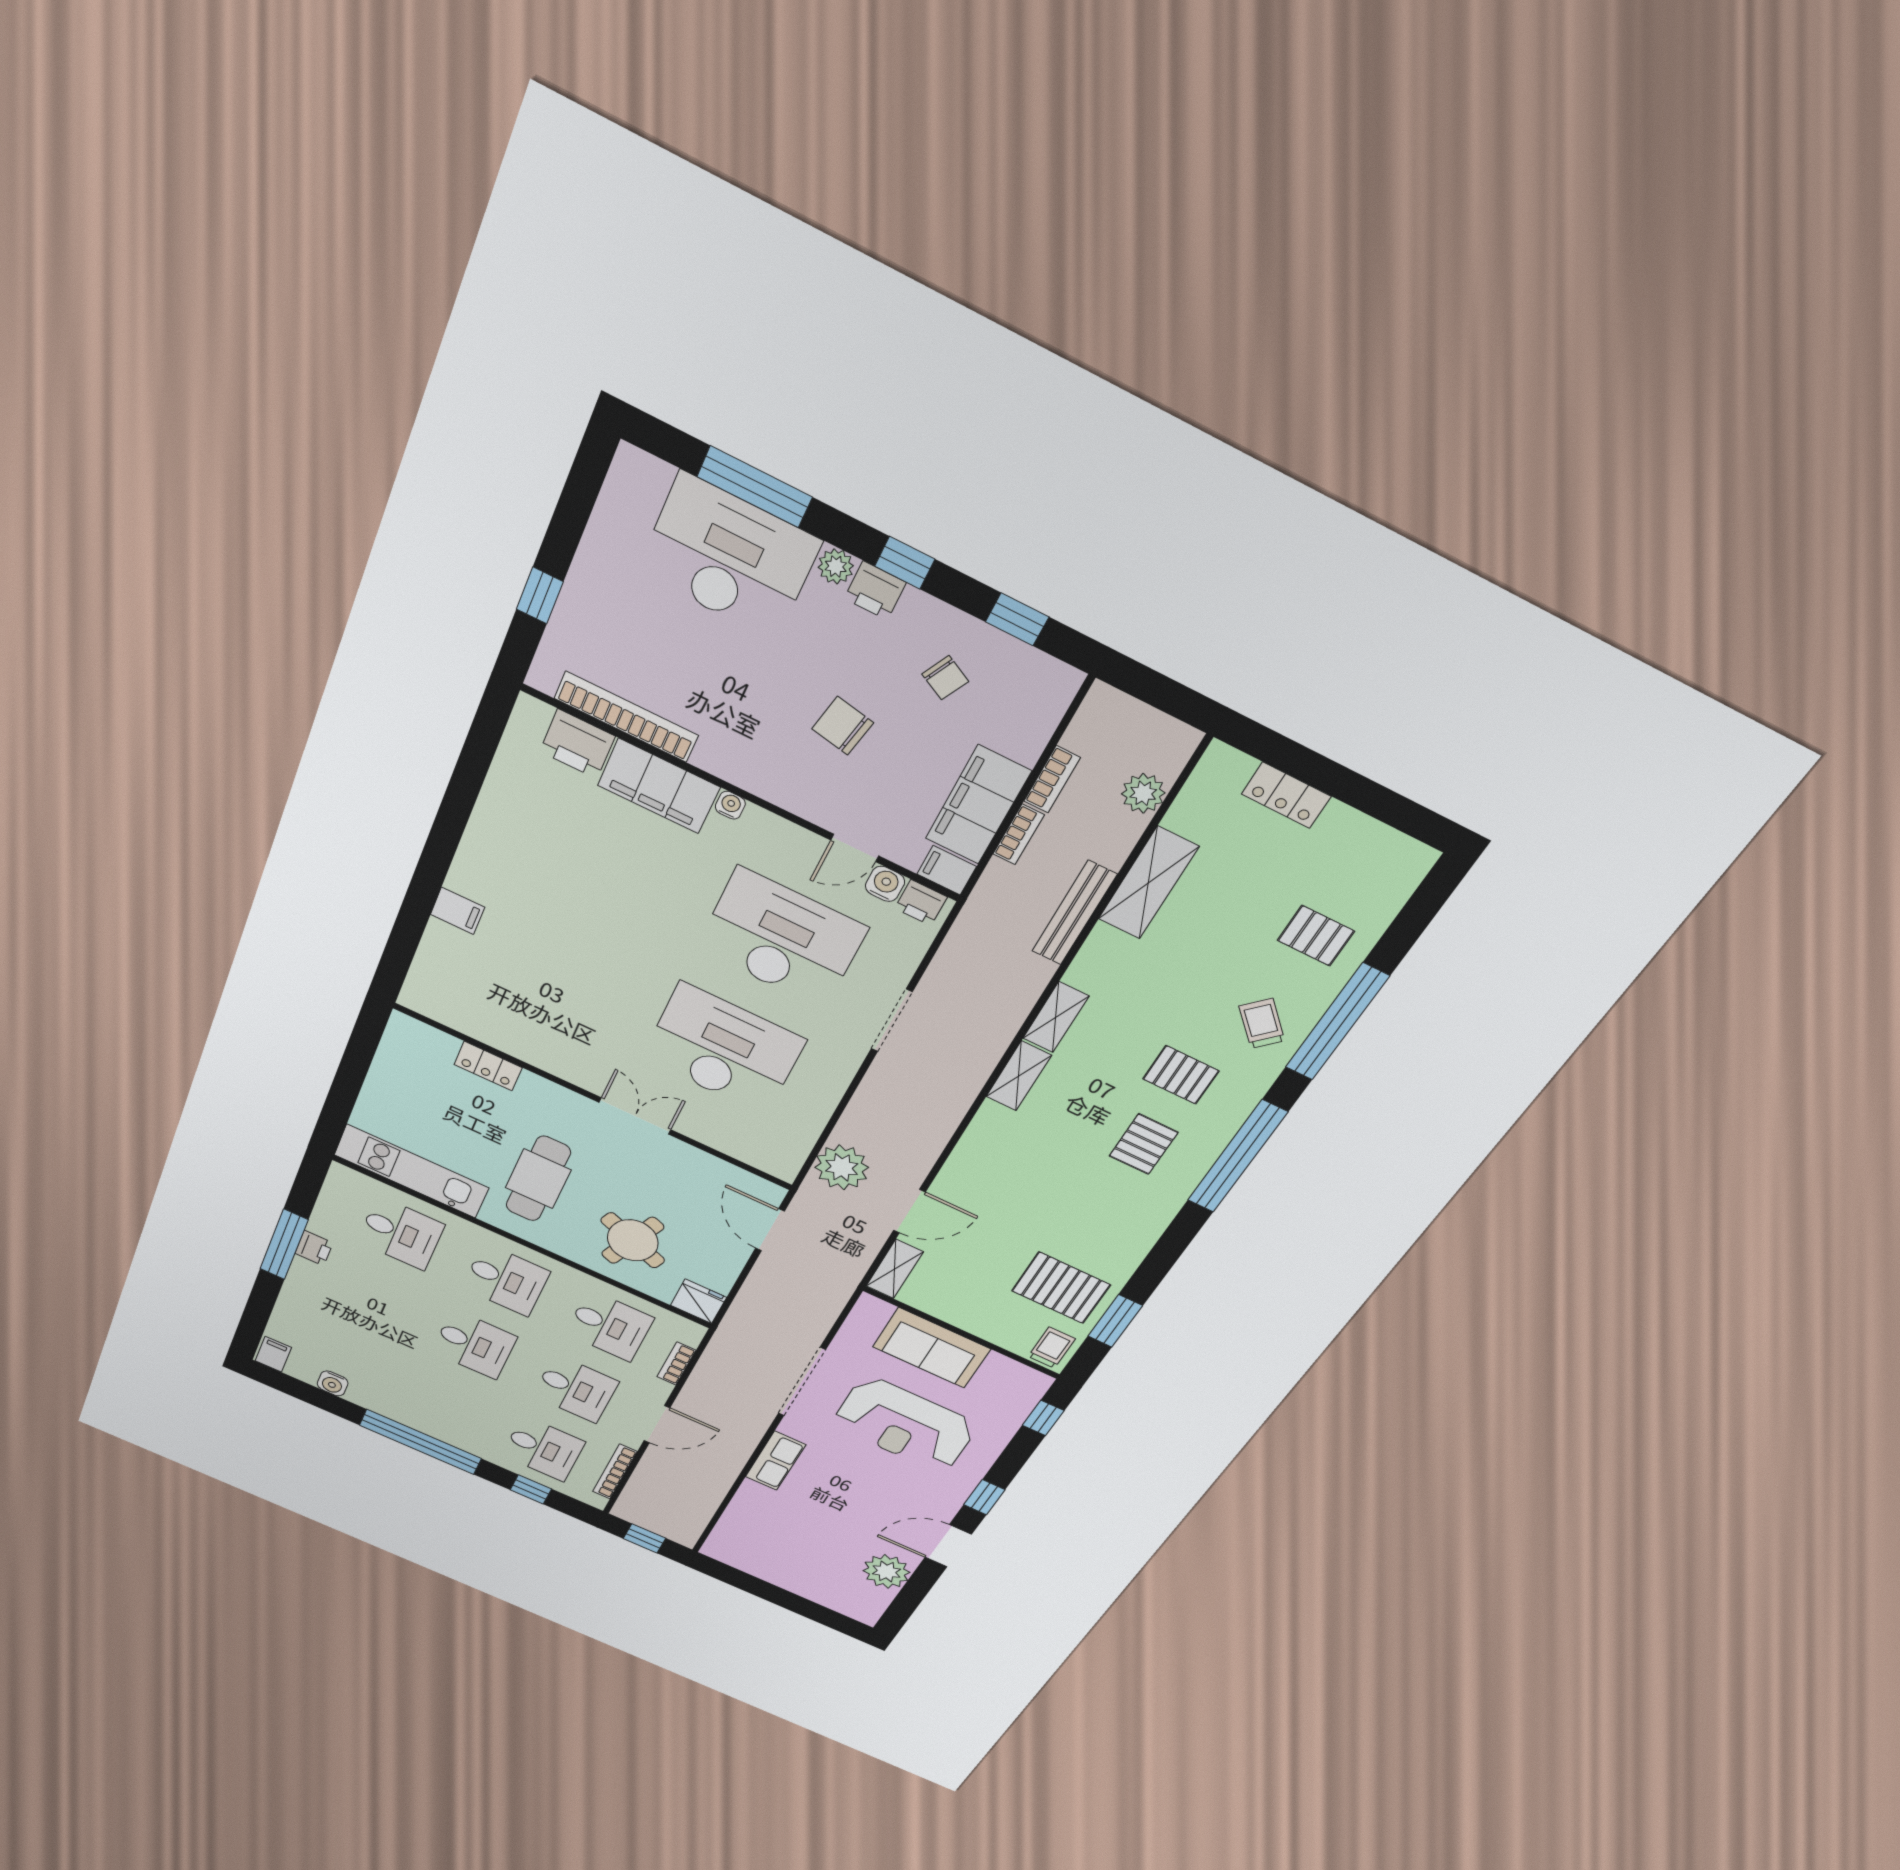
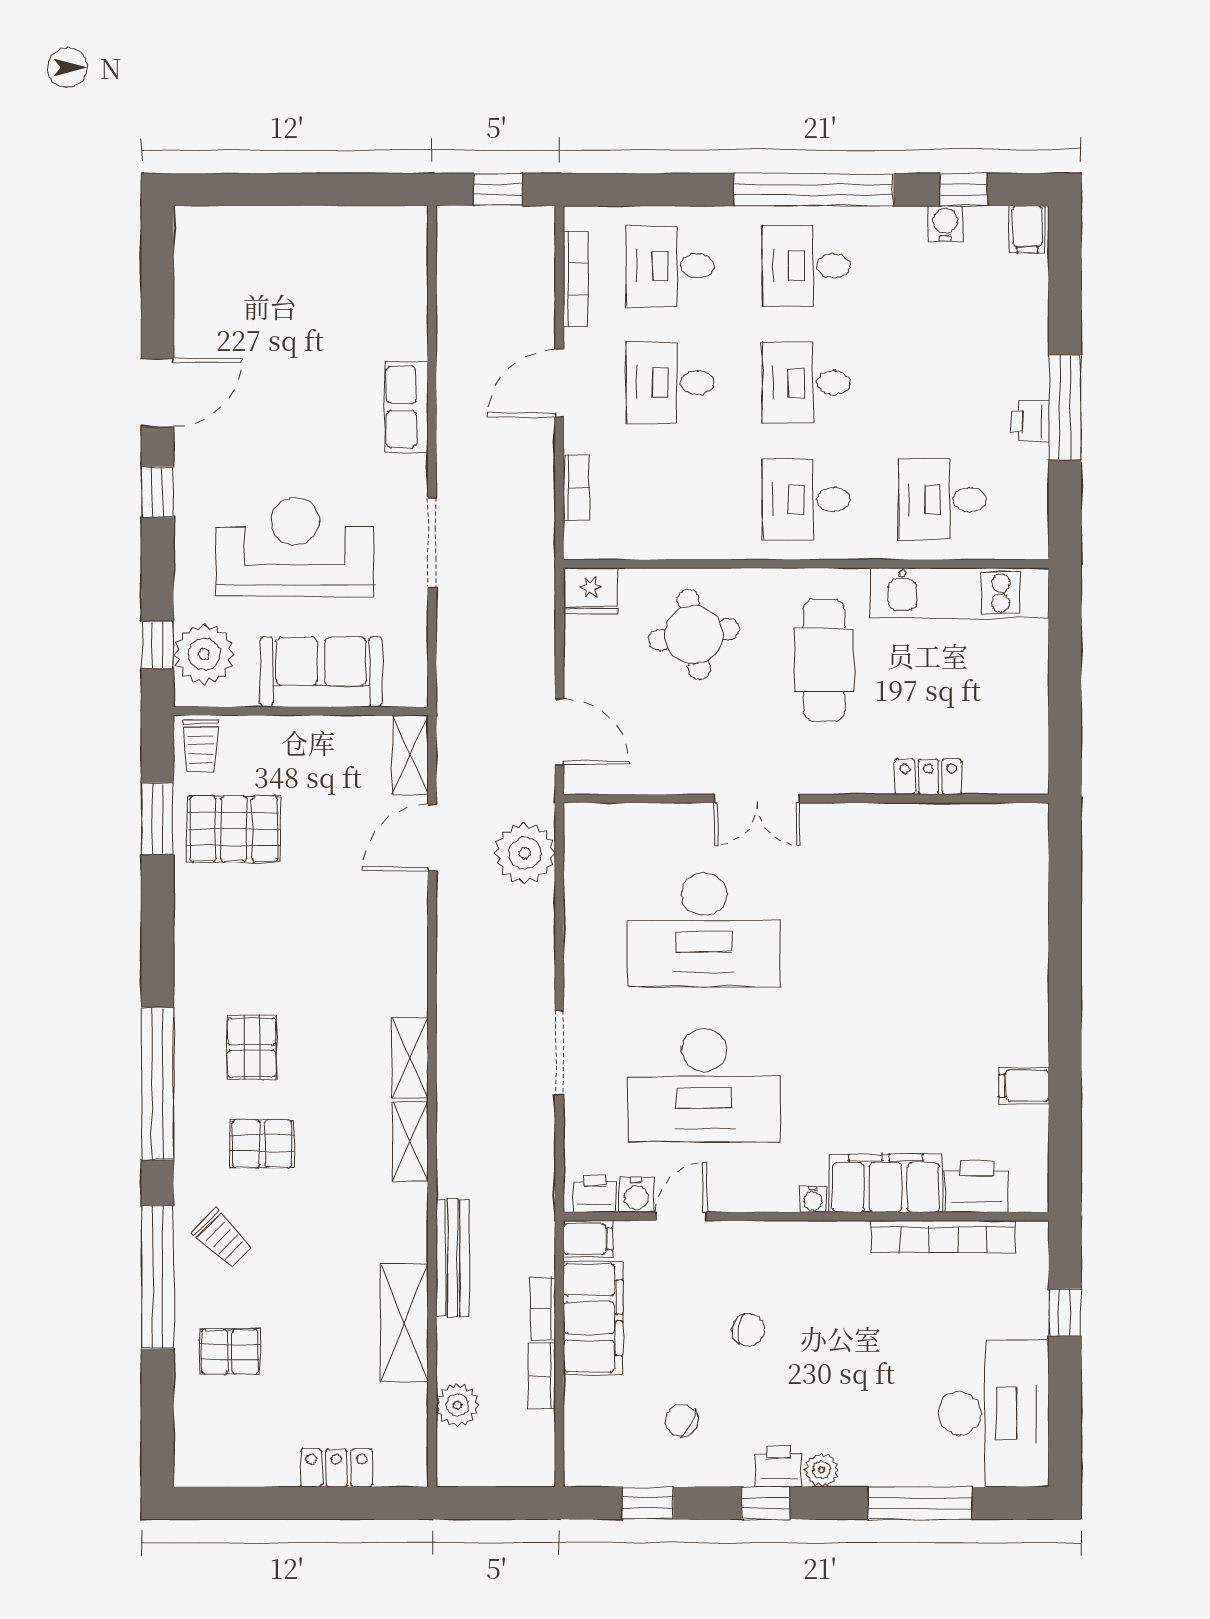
desk: (729, 557) -> (994, 1413), moved, turned -90
chair: (843, 726) -> (748, 1330), width x0.73, depth x0.73
filing cabinet: (457, 911) -> (1024, 1086), moved
round table: (633, 1240) -> (694, 635), turned -31
desk: (610, 1326) -> (806, 266), moved
doorway: (802, 1382) -> (432, 542), width x0.73
window: (531, 1489) -> (964, 190), moved
plant: (886, 1571) -> (204, 654), moved

